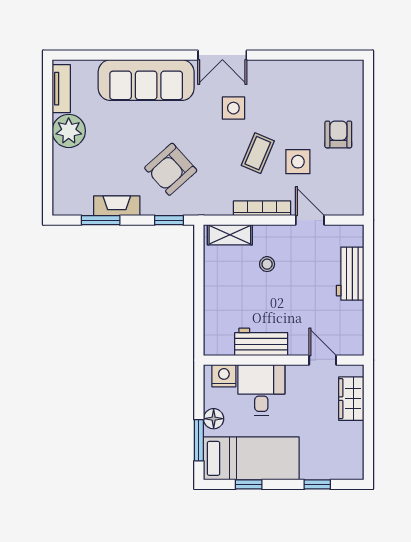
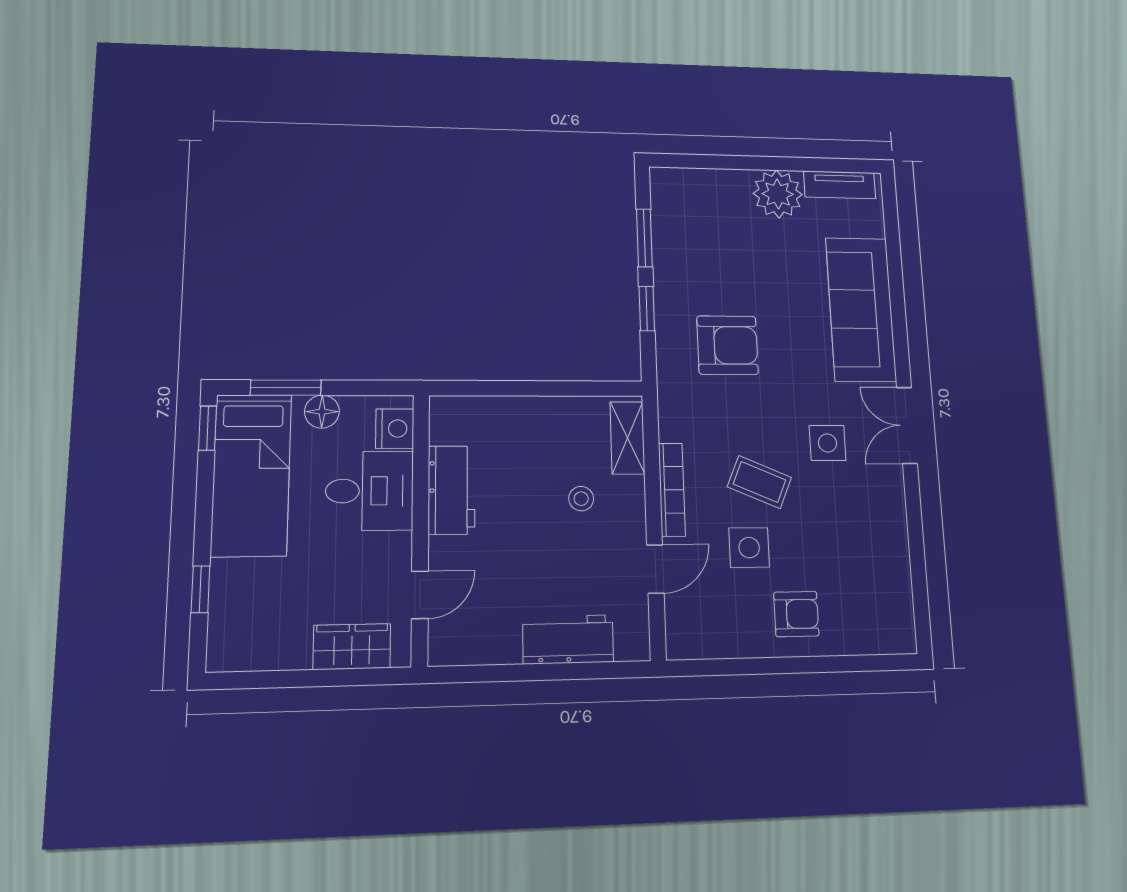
armchair: (171, 169) -> (727, 345), turned 132
fireplace: (117, 206) -> (667, 262), removed
window: (169, 220) -> (647, 309), moved
window: (249, 484) -> (207, 428), moved

